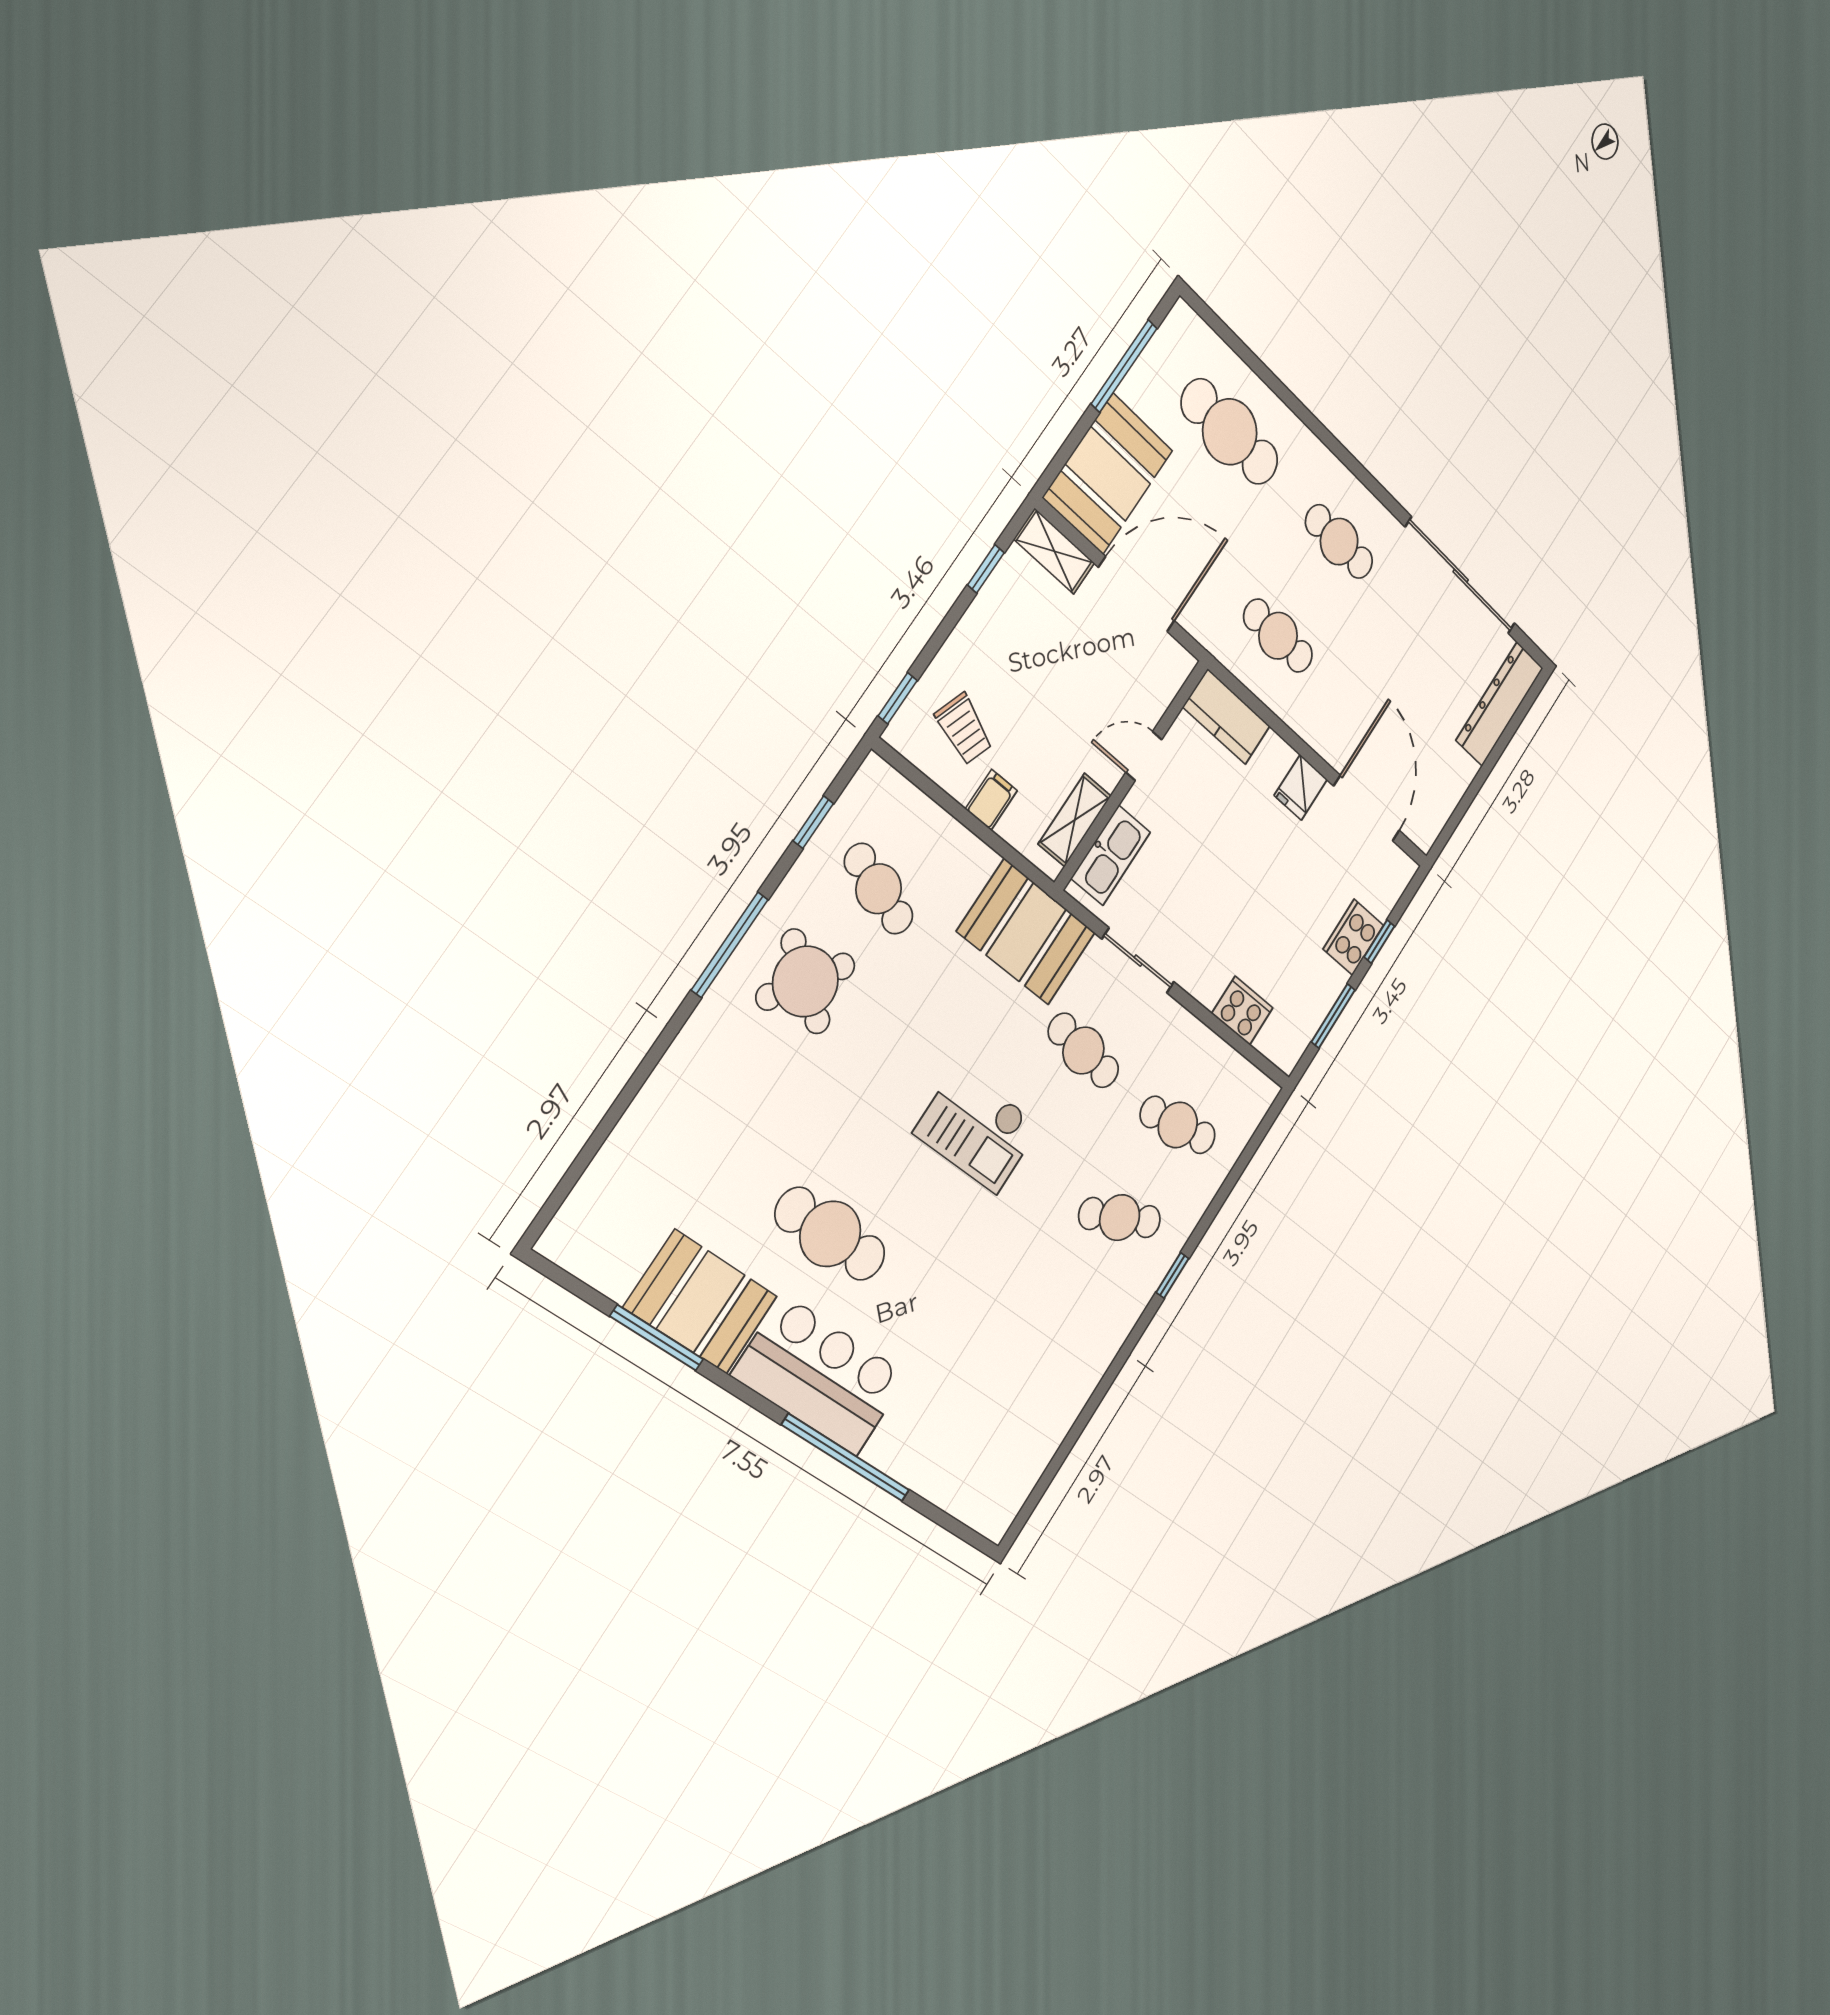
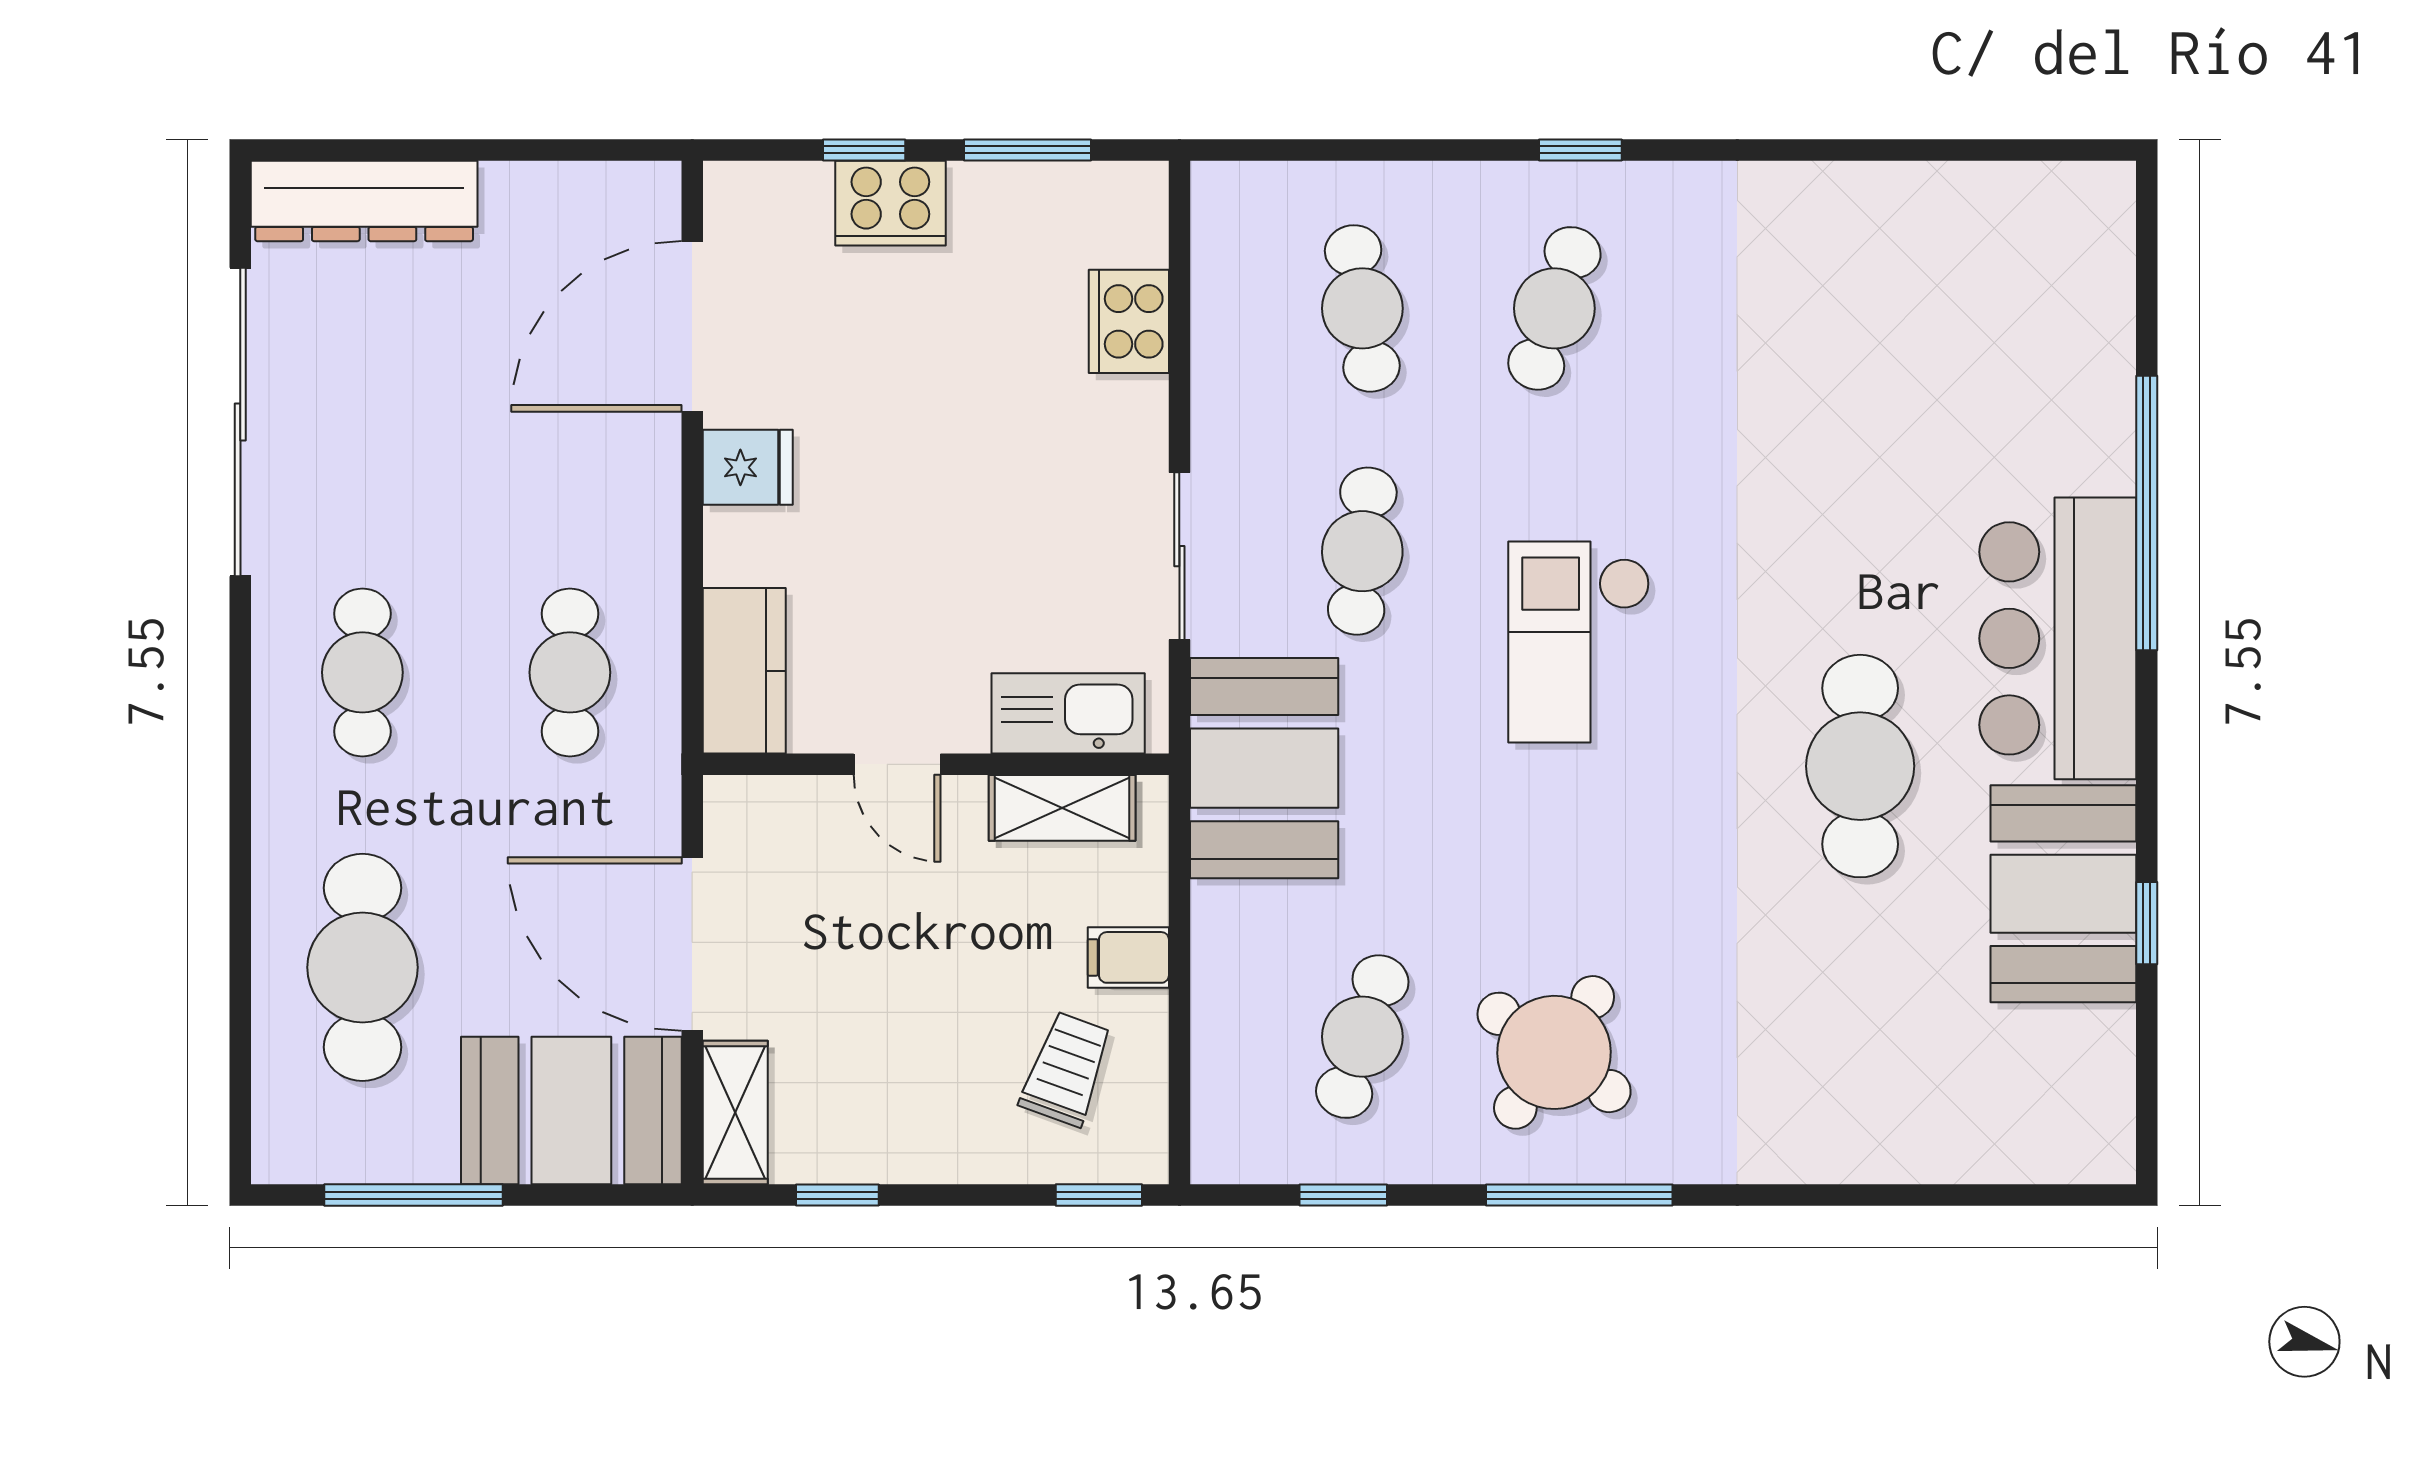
checkout: (977, 1129) -> (1579, 642), turned 180
cafe table: (1120, 1218) -> (1554, 308), turned 42
window: (657, 1338) -> (2147, 923), width x0.46

